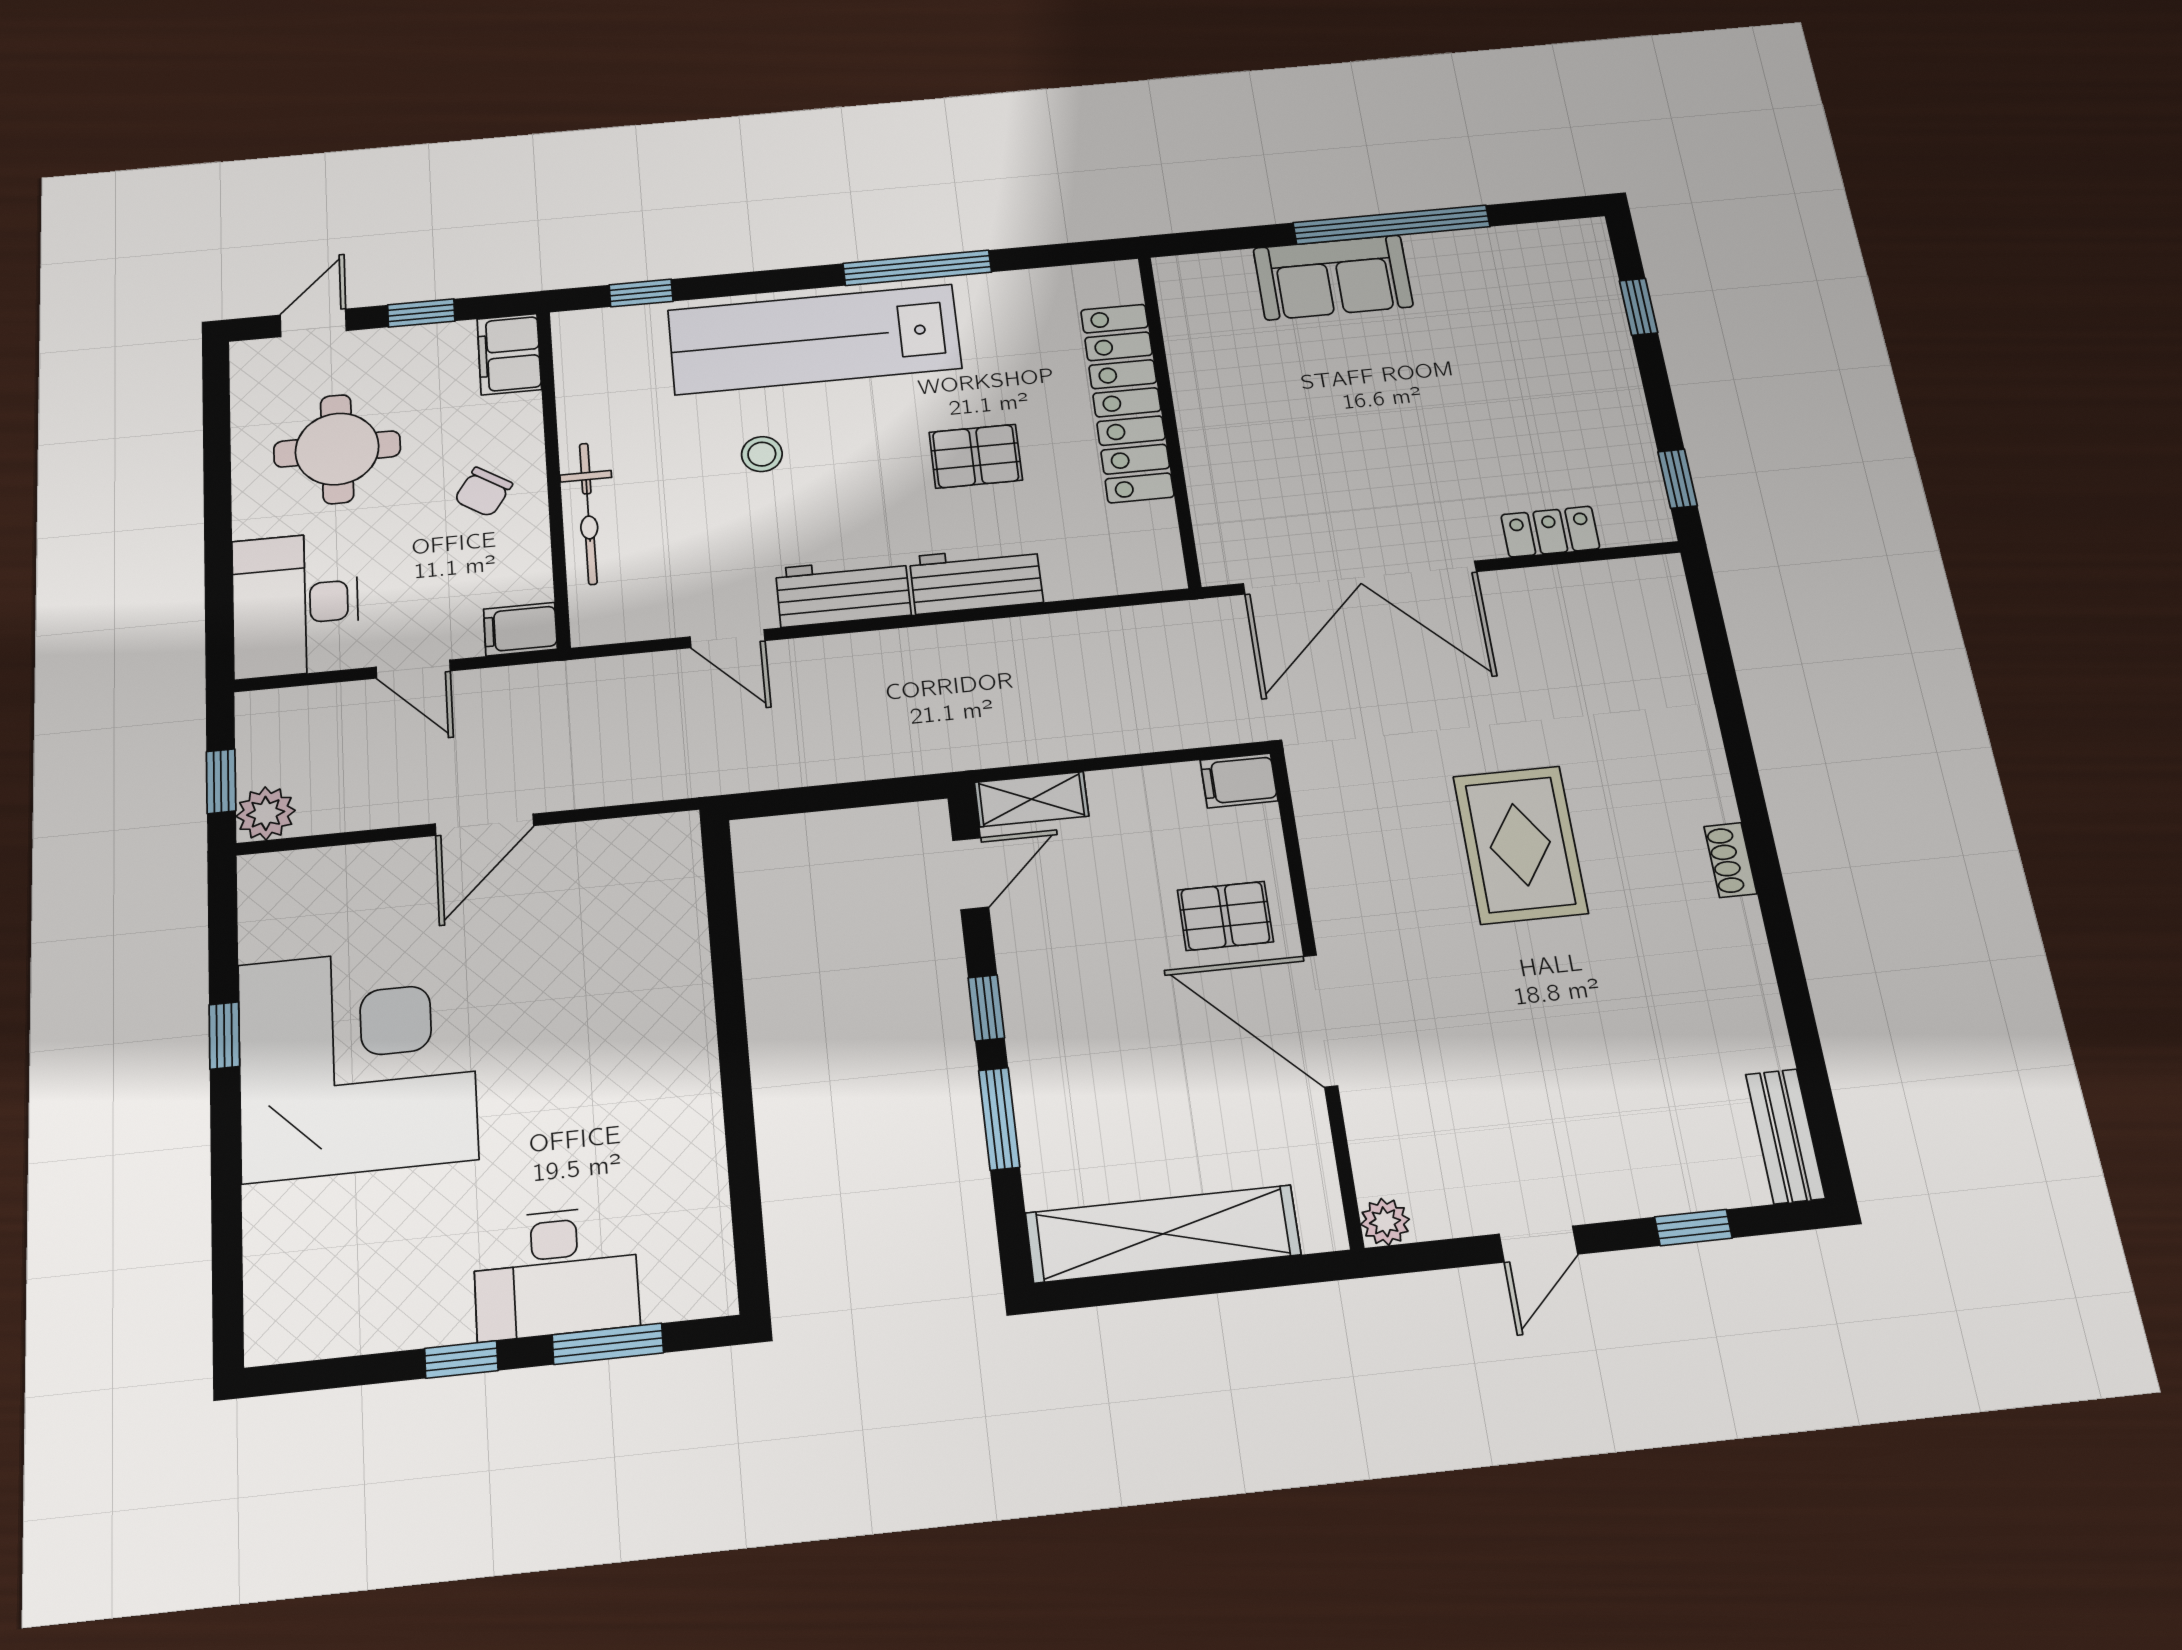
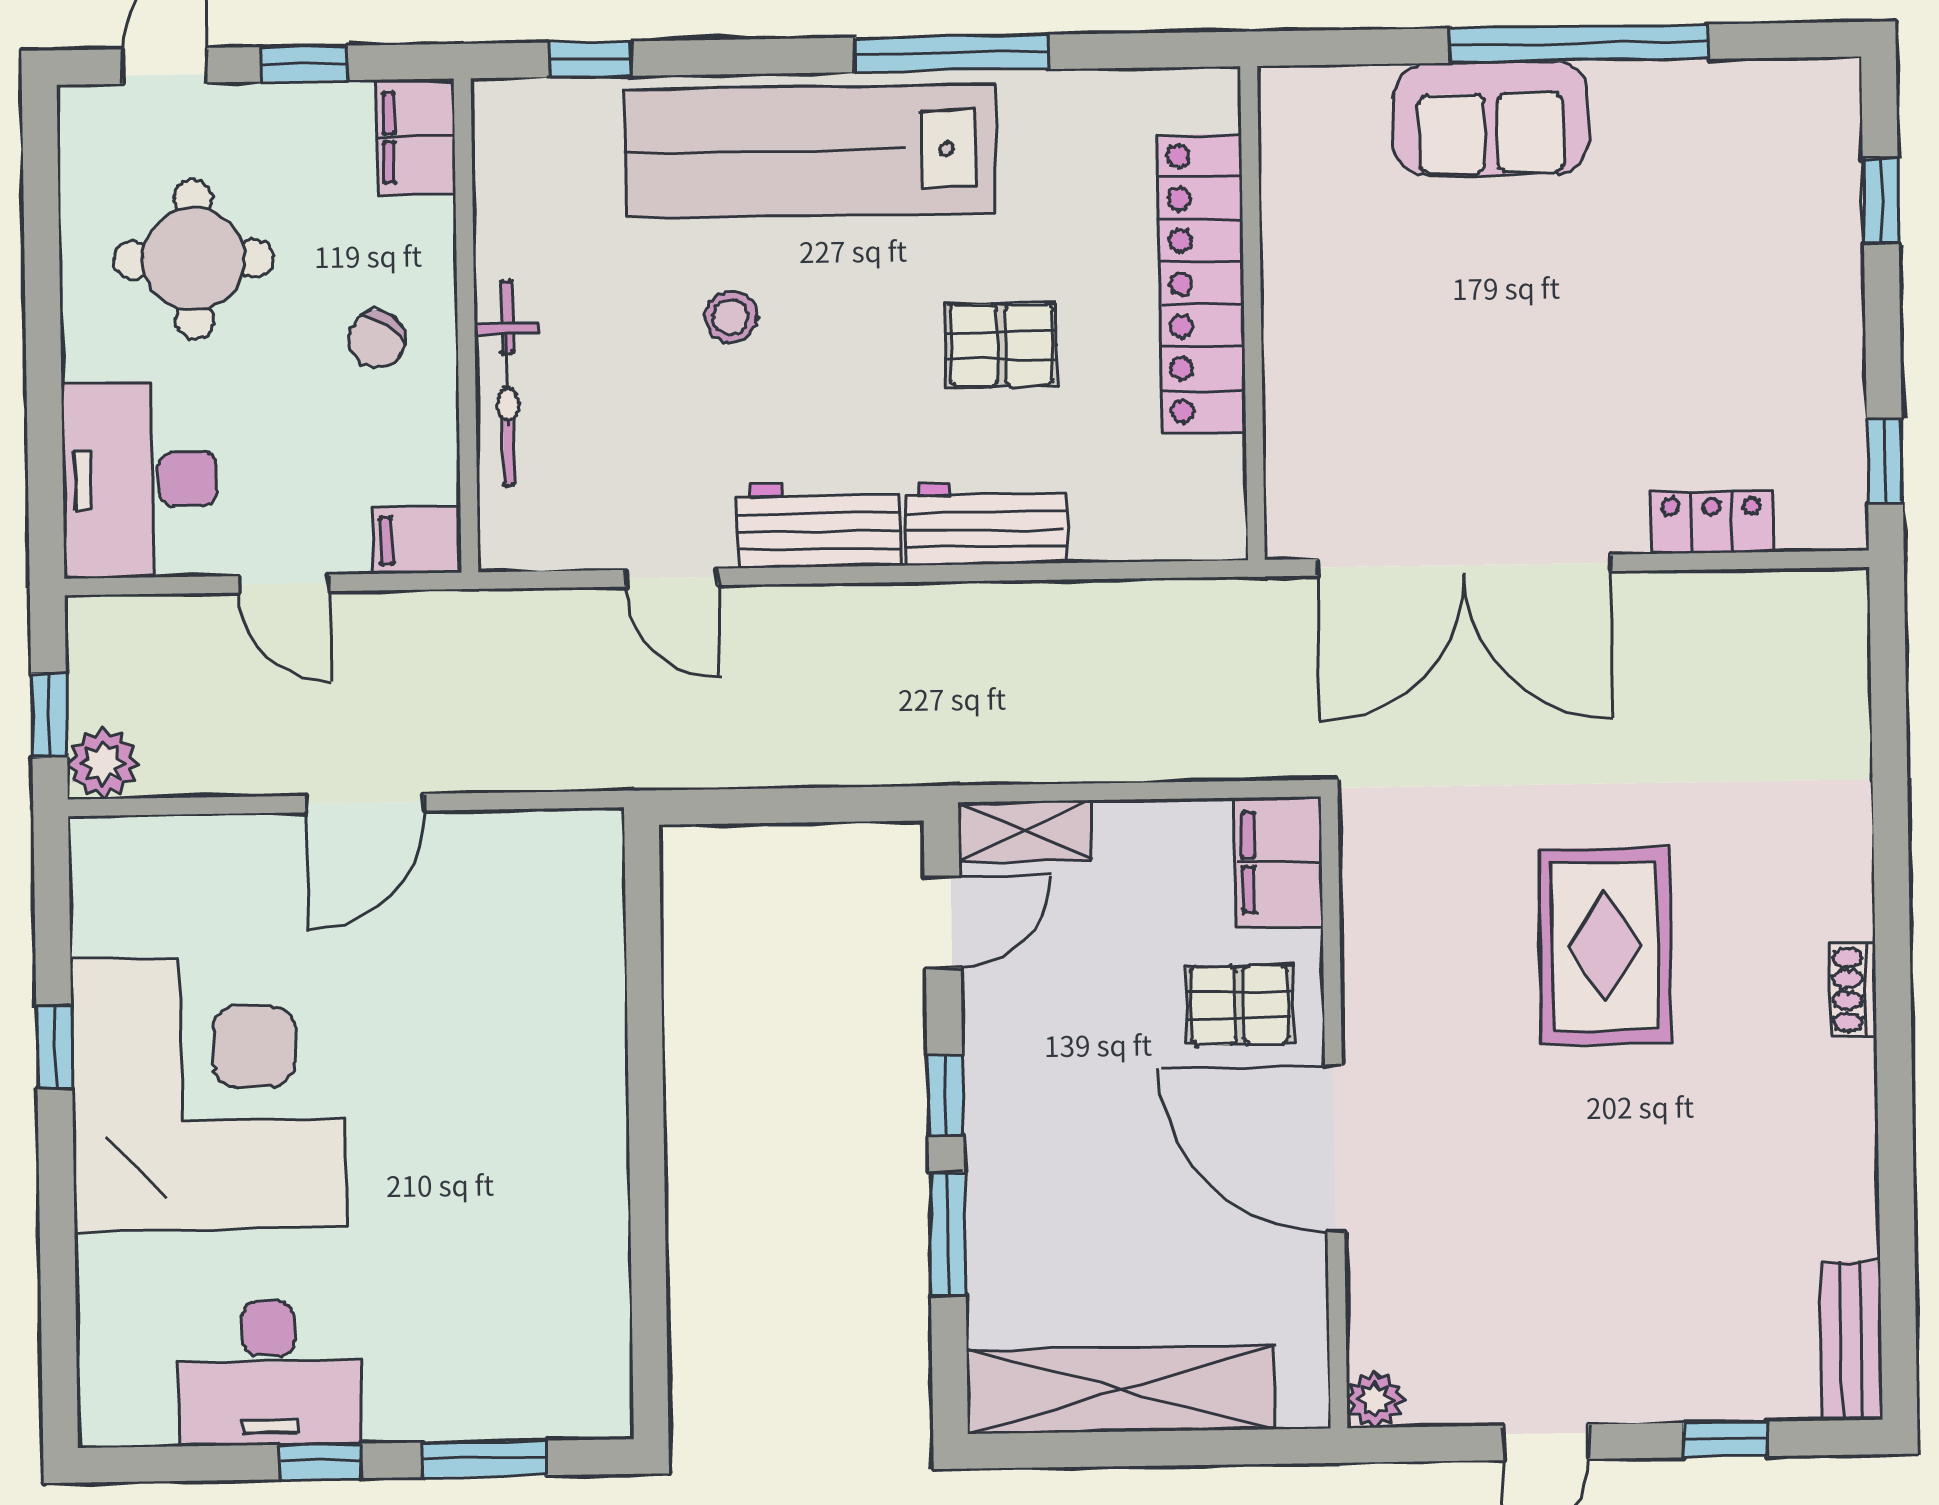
filing cabinet: (1239, 780) -> (1279, 862), width x2.00
desk: (556, 1273) -> (269, 1373), moved

